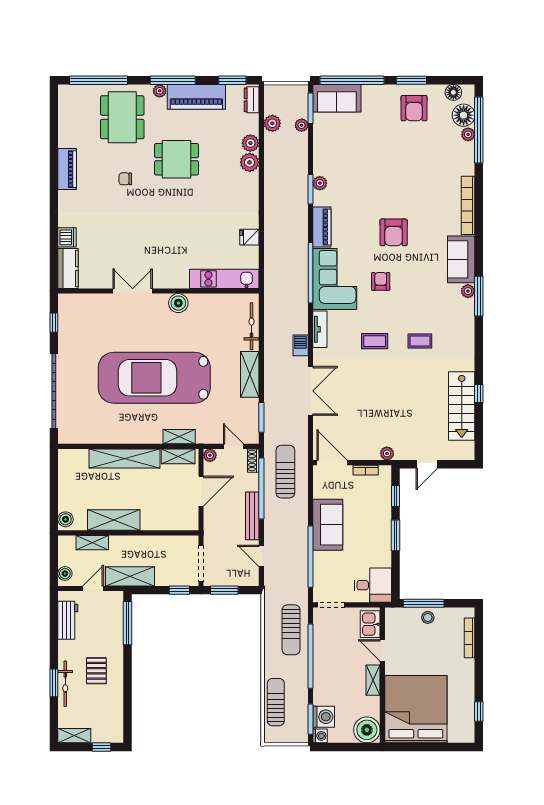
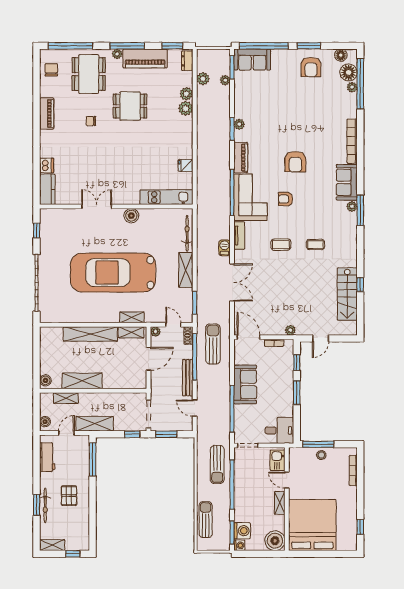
chair: (73, 112) -> (51, 70), added
armchair: (381, 281) -> (286, 199), turned -90

